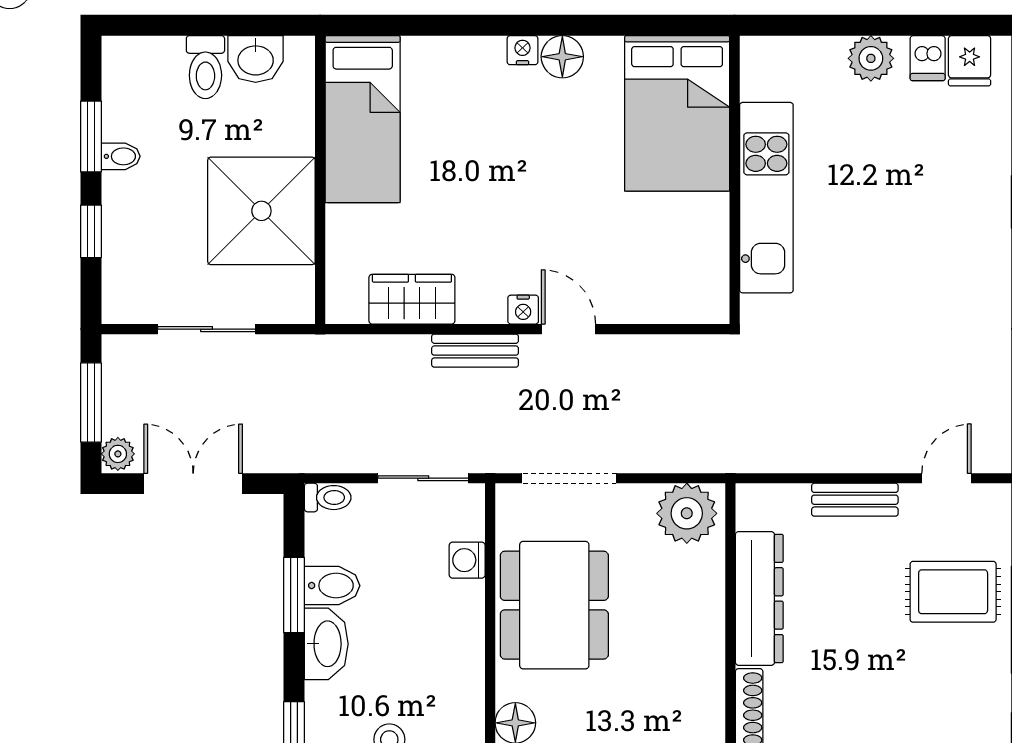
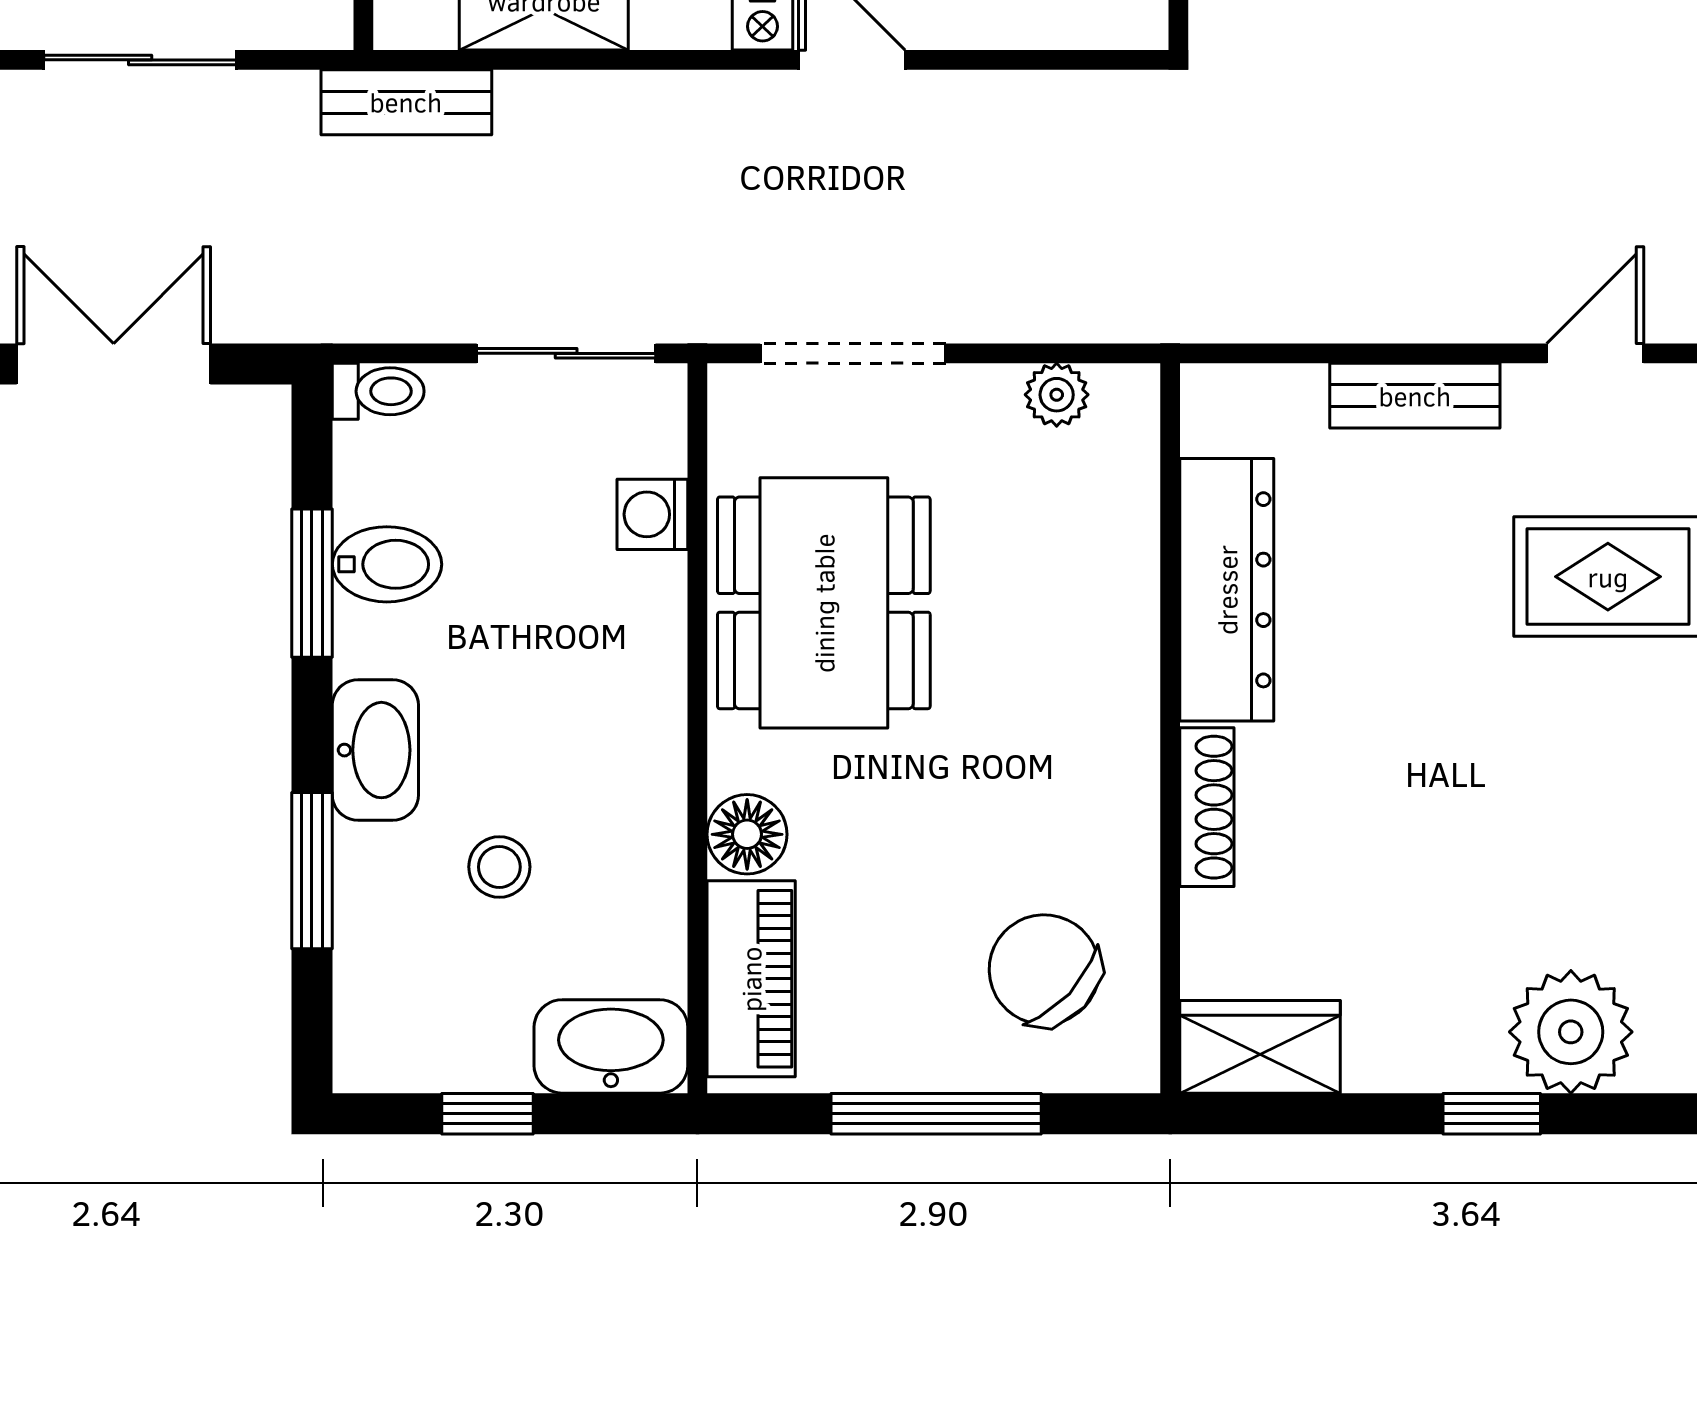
bench: (475, 351) -> (406, 102), moved
plant: (687, 513) -> (1057, 395), width x0.53, depth x0.53
washbasin: (326, 644) -> (375, 750), moved

